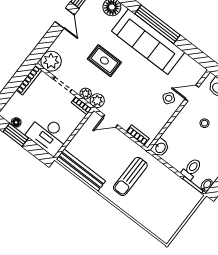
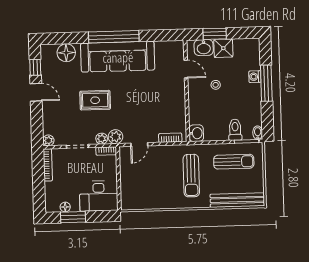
plant: (51, 61) -> (48, 140), width x0.53, depth x0.53
door: (192, 93) -> (186, 69), swing flipped
side table: (169, 98) -> (171, 88), removed
bench: (81, 170) -> (237, 200), moved
sun lounger: (171, 192) -> (234, 162), added

